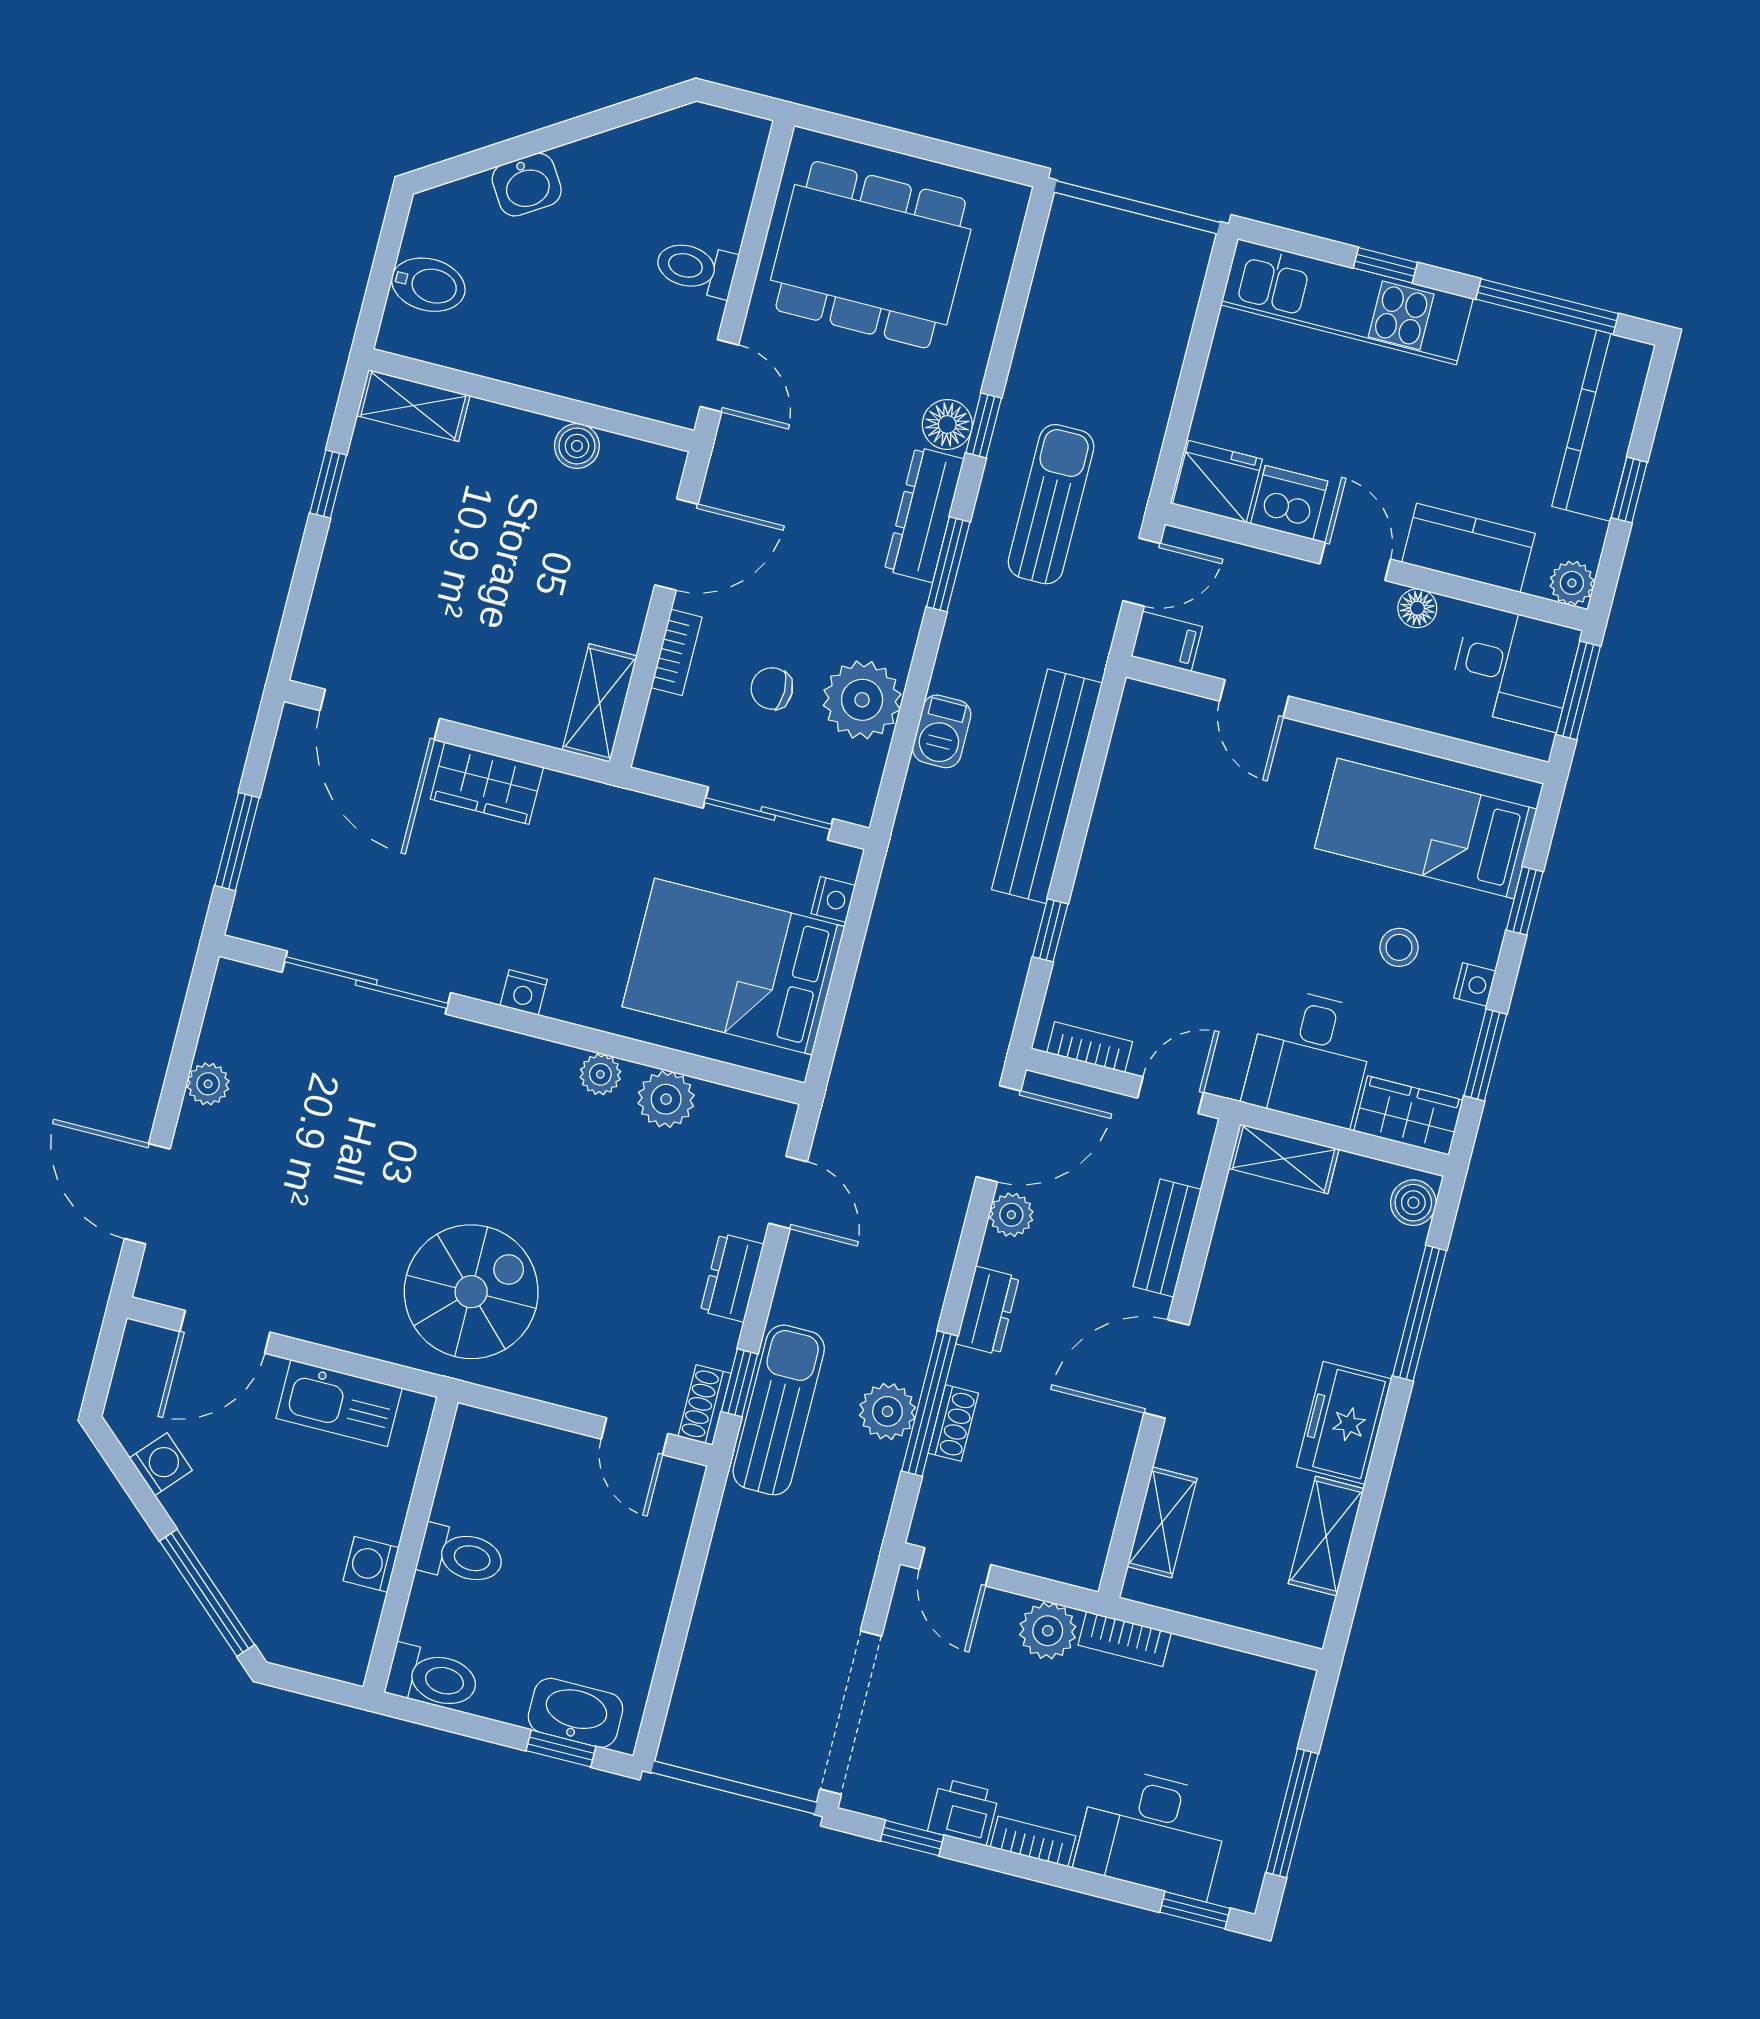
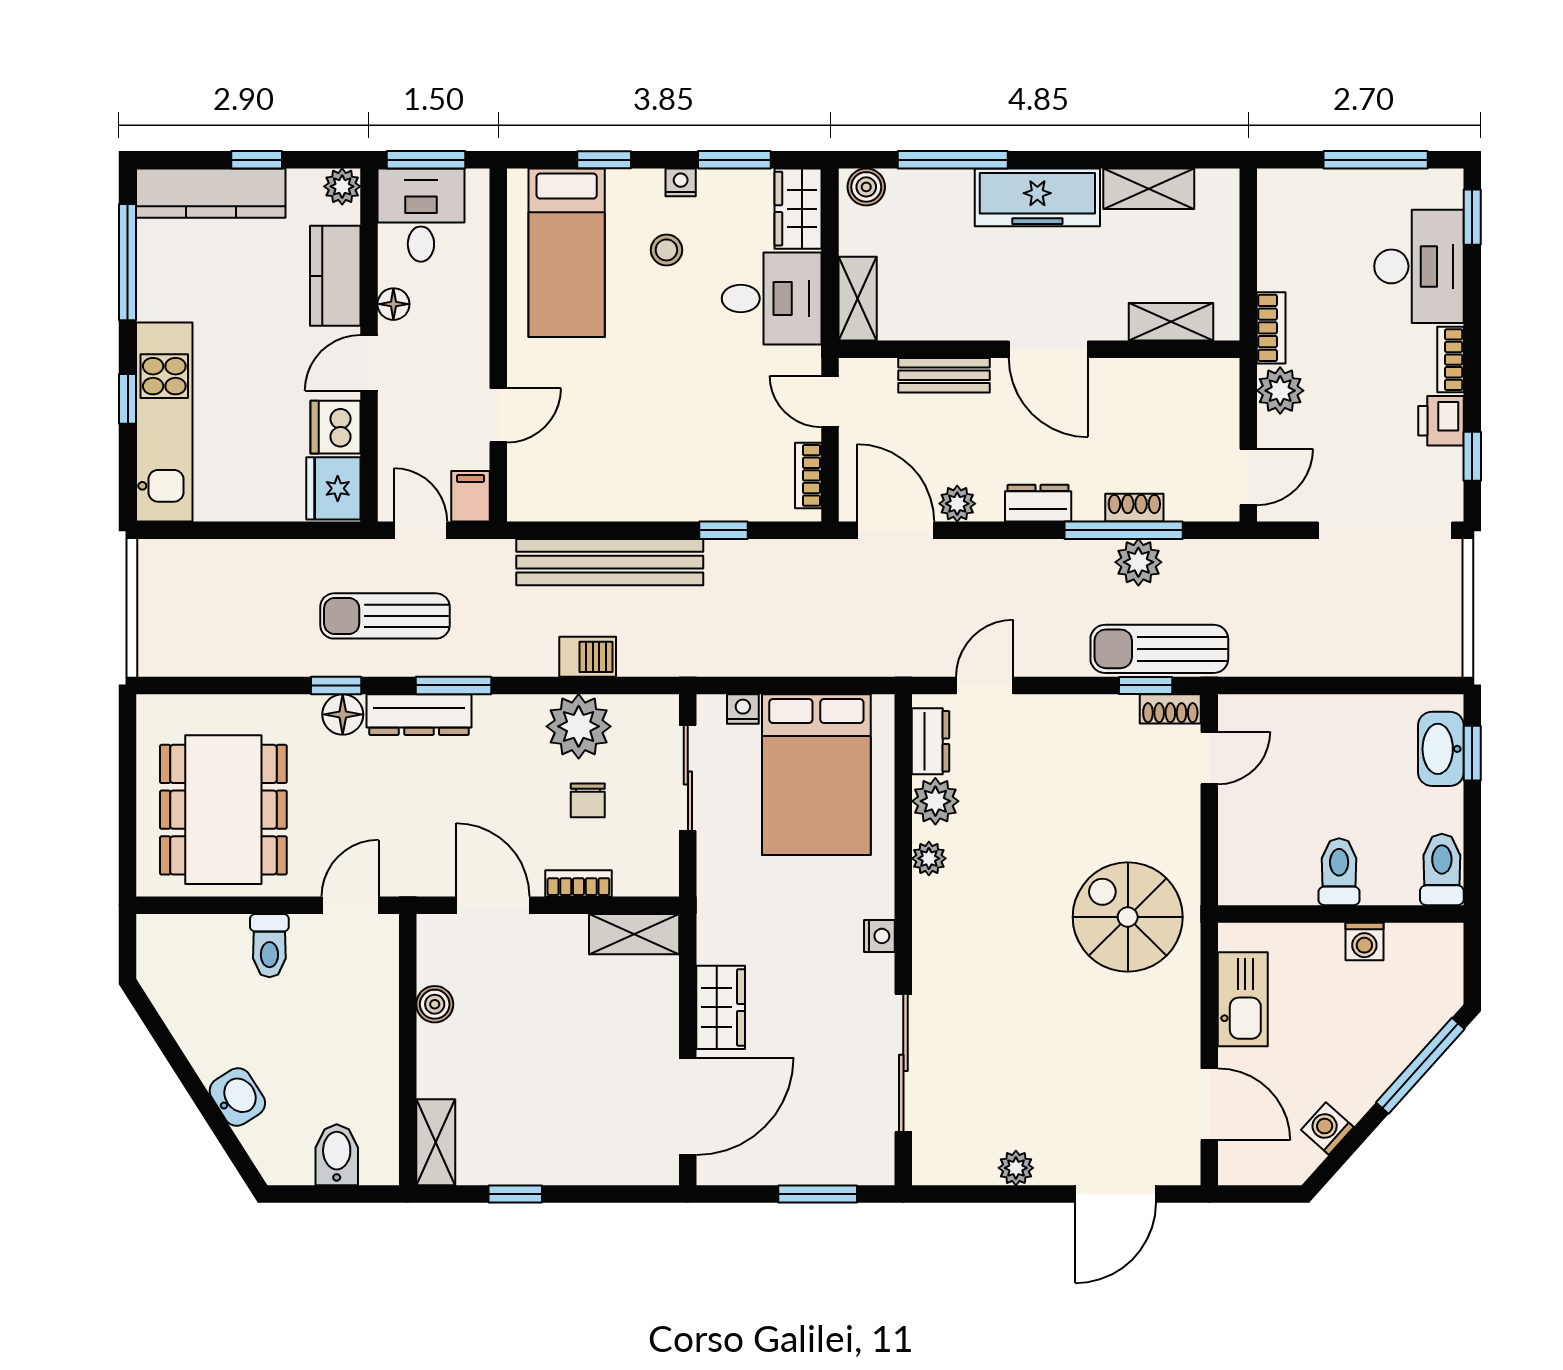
dresser: (732, 1278) -> (931, 741), moved, turned -90
freezer: (1344, 1423) -> (1037, 197), width x1.40

